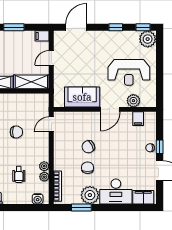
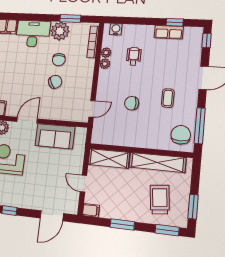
door: (51, 58) -> (83, 184), swing flipped

